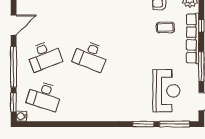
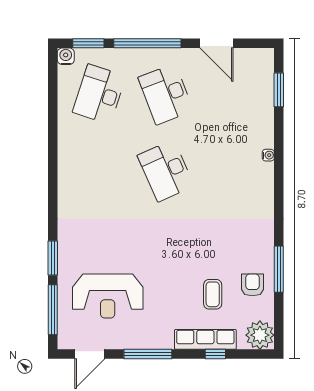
row of seats: (193, 39) -> (205, 339), width x0.73
desk: (91, 56) -> (166, 171), turned -45

